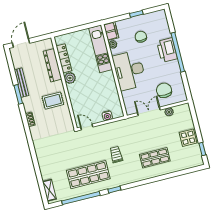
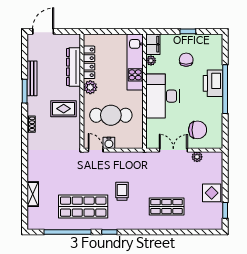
chair: (164, 90) -> (198, 130), turned 90
cafe table: (92, 96) -> (111, 115), added
water cooler: (107, 116) -> (109, 143), moved
shelving: (49, 190) -> (33, 194), moved

